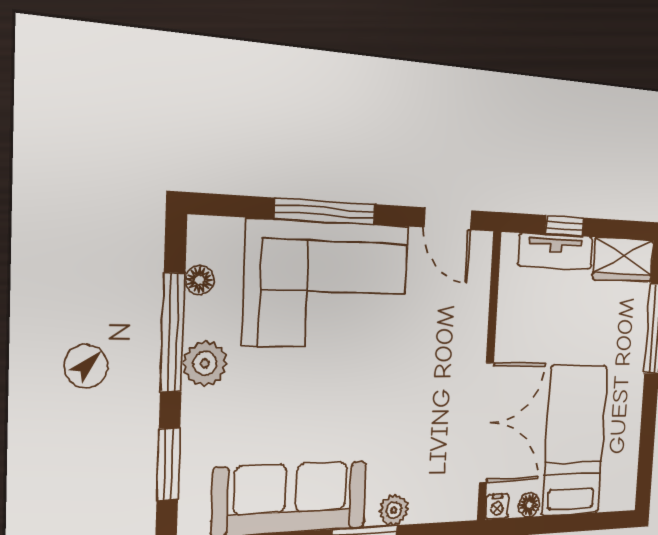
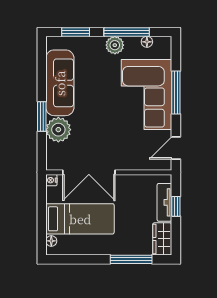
floor lamp: (529, 505) -> (51, 241), moved
plant: (394, 510) -> (58, 130), width x1.88, depth x1.88

